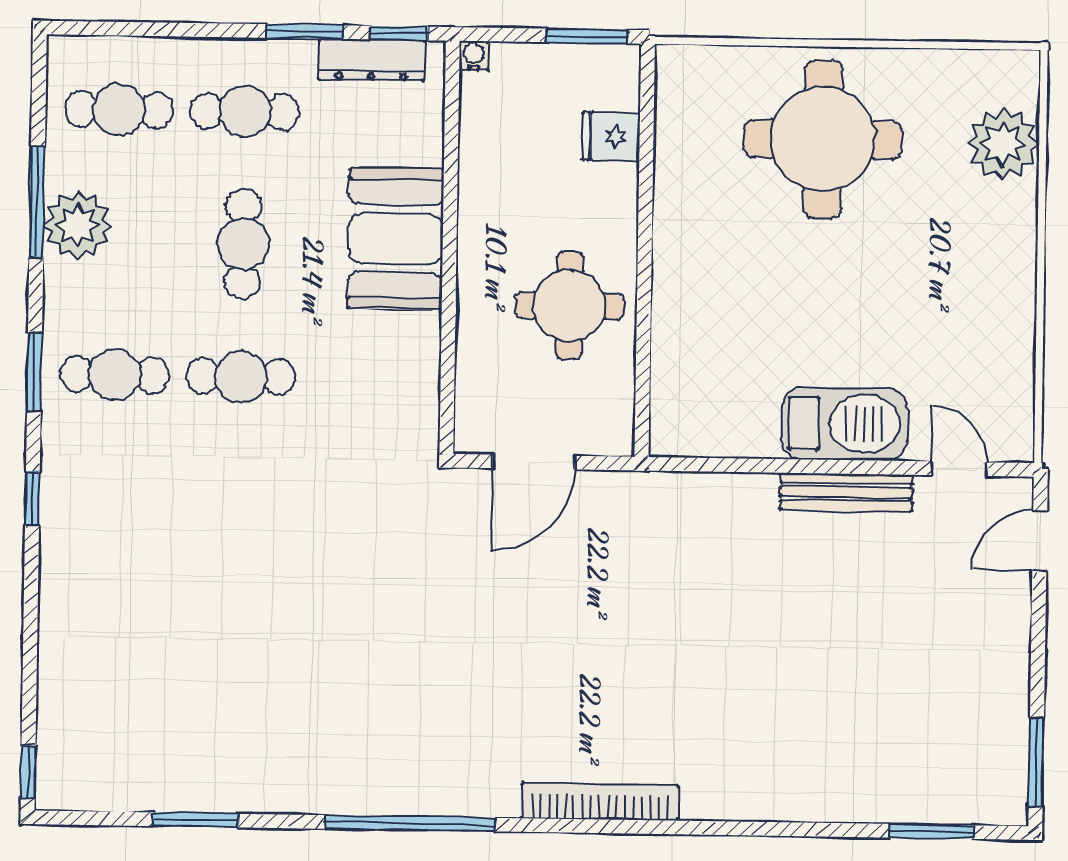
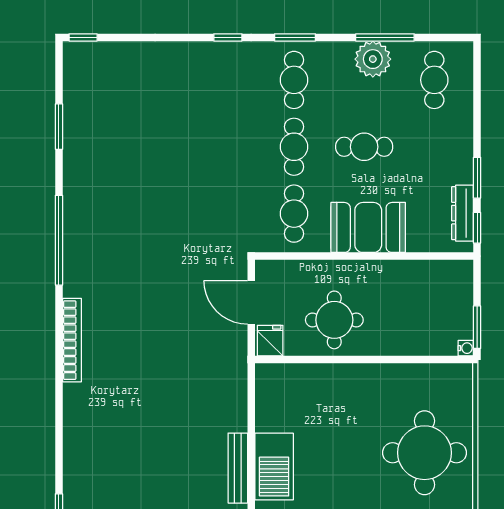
water cooler: (474, 56) -> (466, 348), moved
cafe table: (245, 112) -> (294, 214), moved
fridge: (611, 137) -> (270, 341), moved

